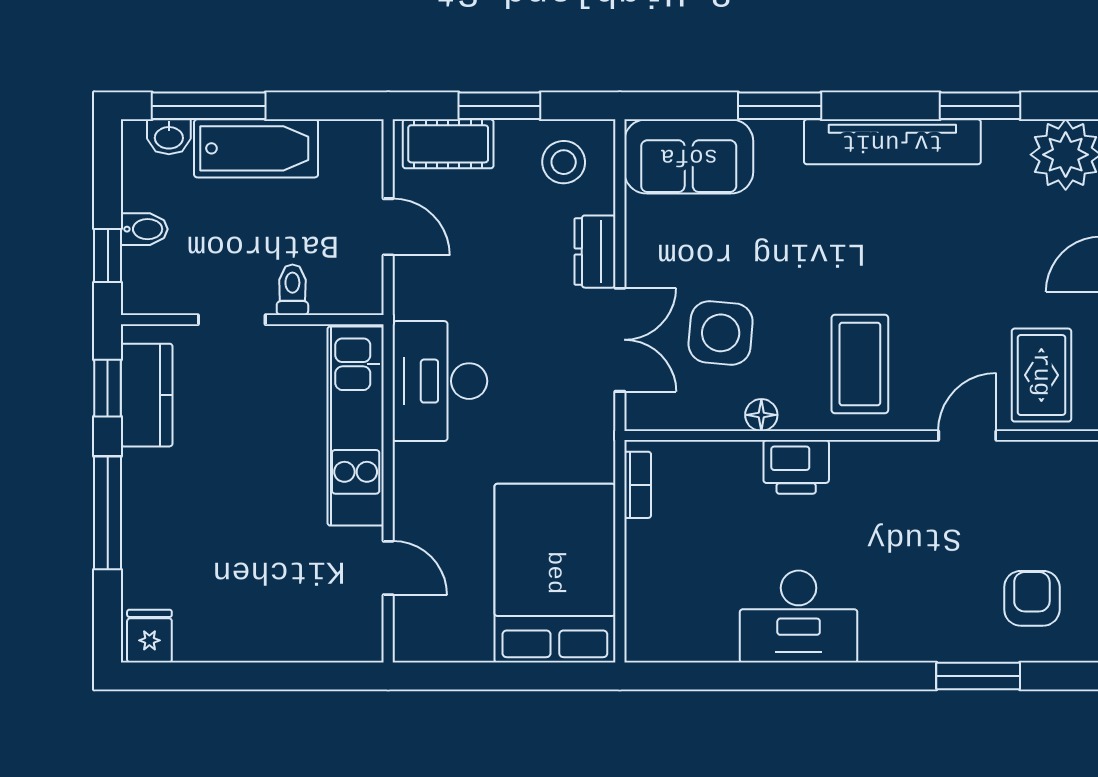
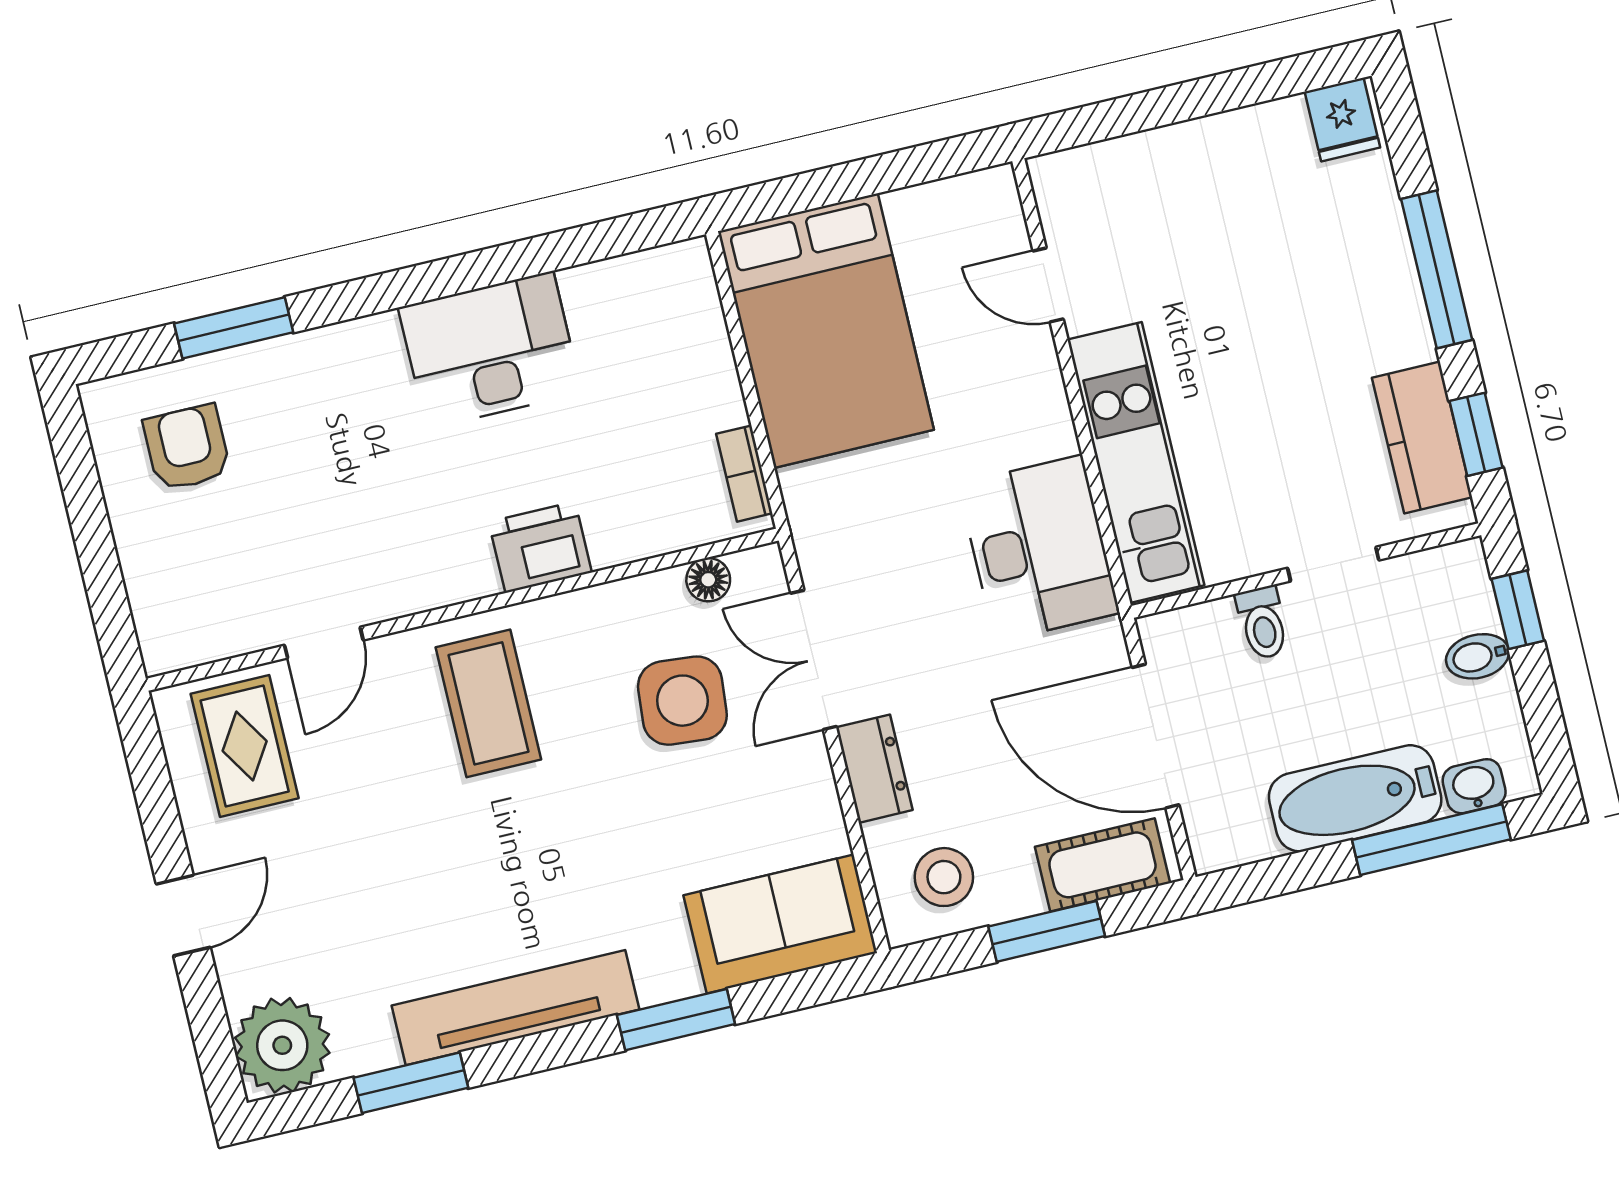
door: (388, 227) -> (1156, 736), width x1.87
floor lamp: (761, 415) -> (708, 580), moved
armchair: (1032, 598) -> (187, 448), turned 180

